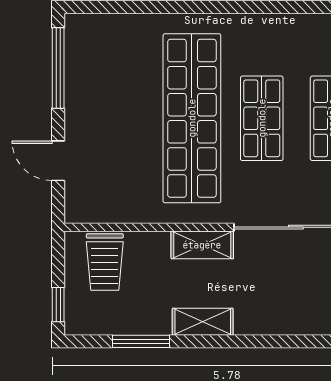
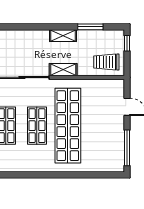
trolley: (105, 262) -> (106, 62), turned -90

